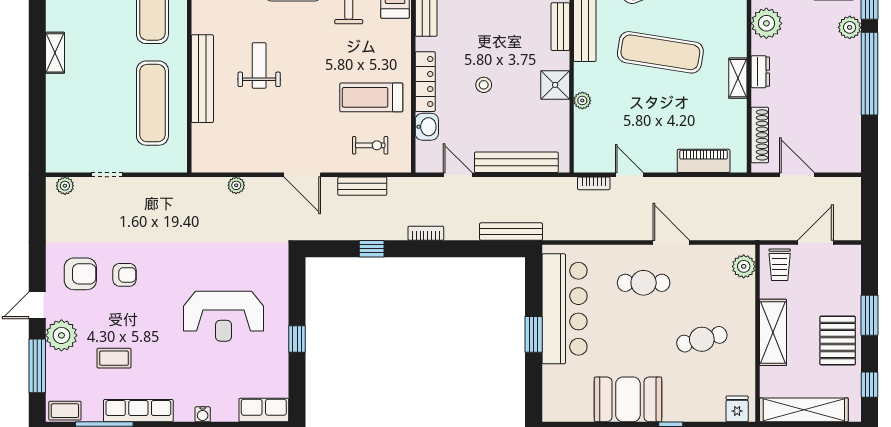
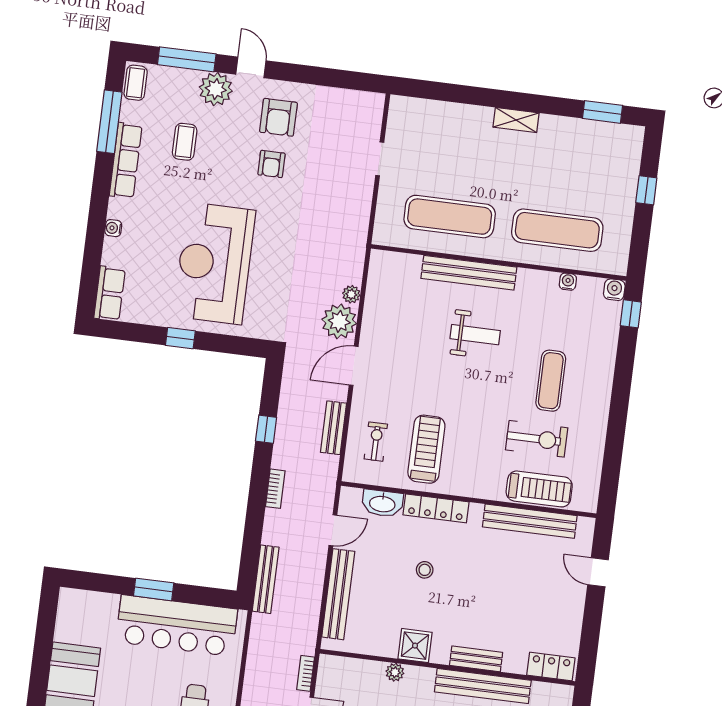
washbasin: (427, 127) -> (382, 503), width x1.38
exercise bike: (370, 145) -> (376, 442), turned 180
plant: (65, 186) -> (339, 321), moved, width x1.87, depth x1.87
reception desk: (223, 316) -> (214, 263), width x1.36, depth x1.30

